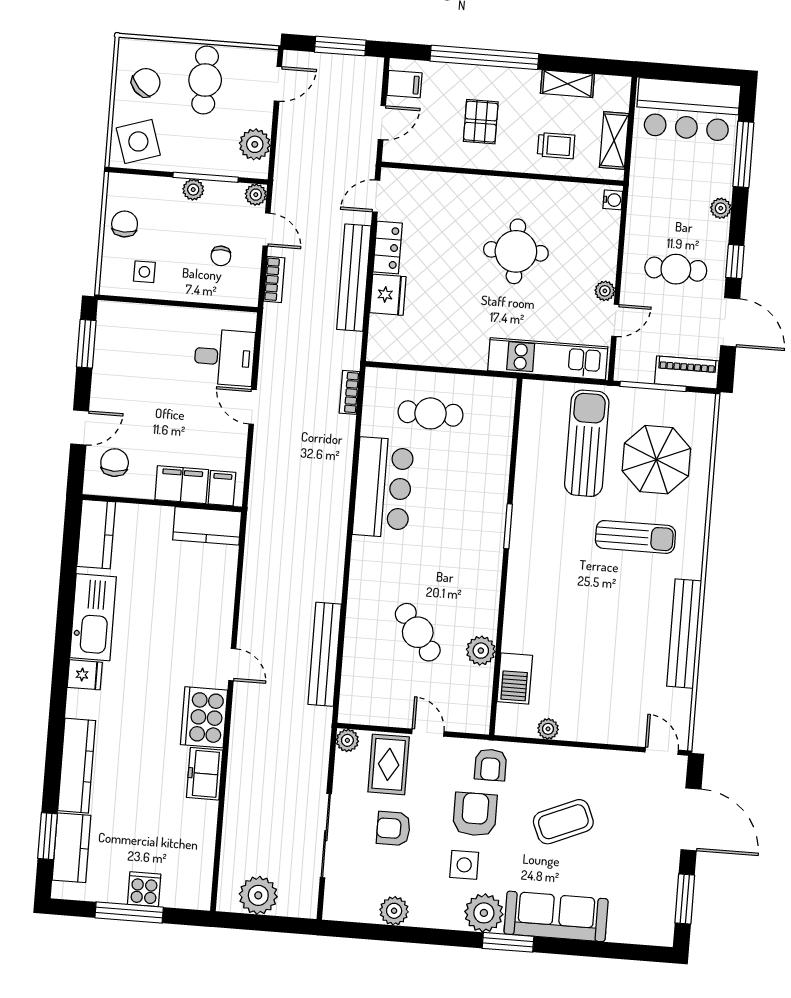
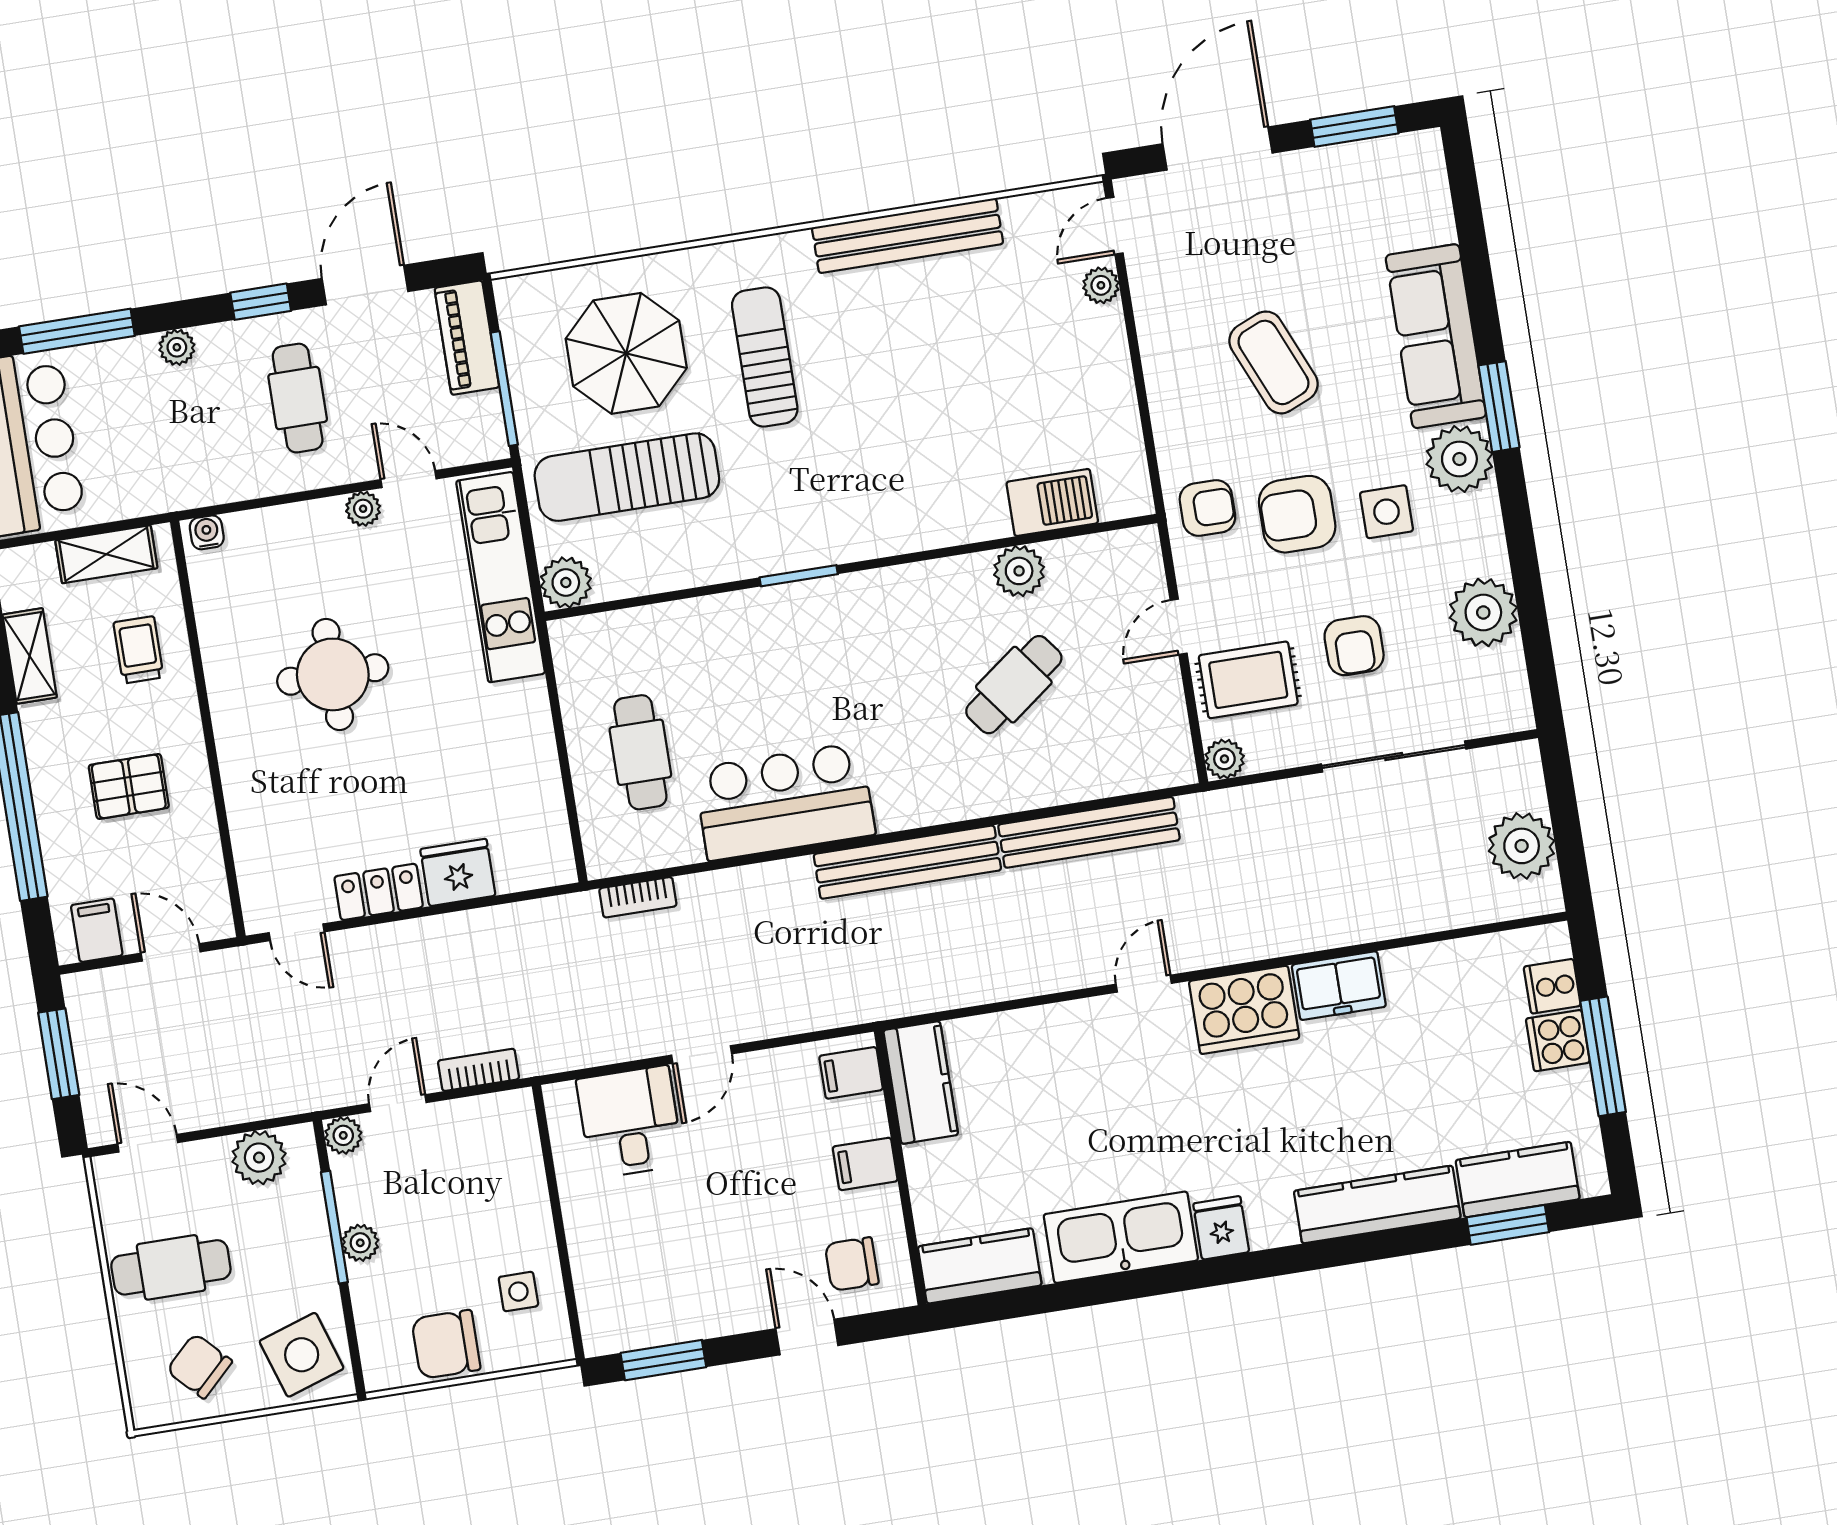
chair: (125, 224) -> (446, 1344), width x1.37, depth x1.37
chair: (221, 256) -> (461, 1169), removed
bench: (354, 278) -> (907, 862), moved
plant: (536, 395) -> (566, 583), added
filing cabinet: (182, 485) -> (865, 1164), width x0.50
plant: (548, 729) -> (1101, 285), moved
cooker: (175, 893) -> (1552, 986), added
plant: (394, 911) -> (1483, 613), width x1.36, depth x1.36

